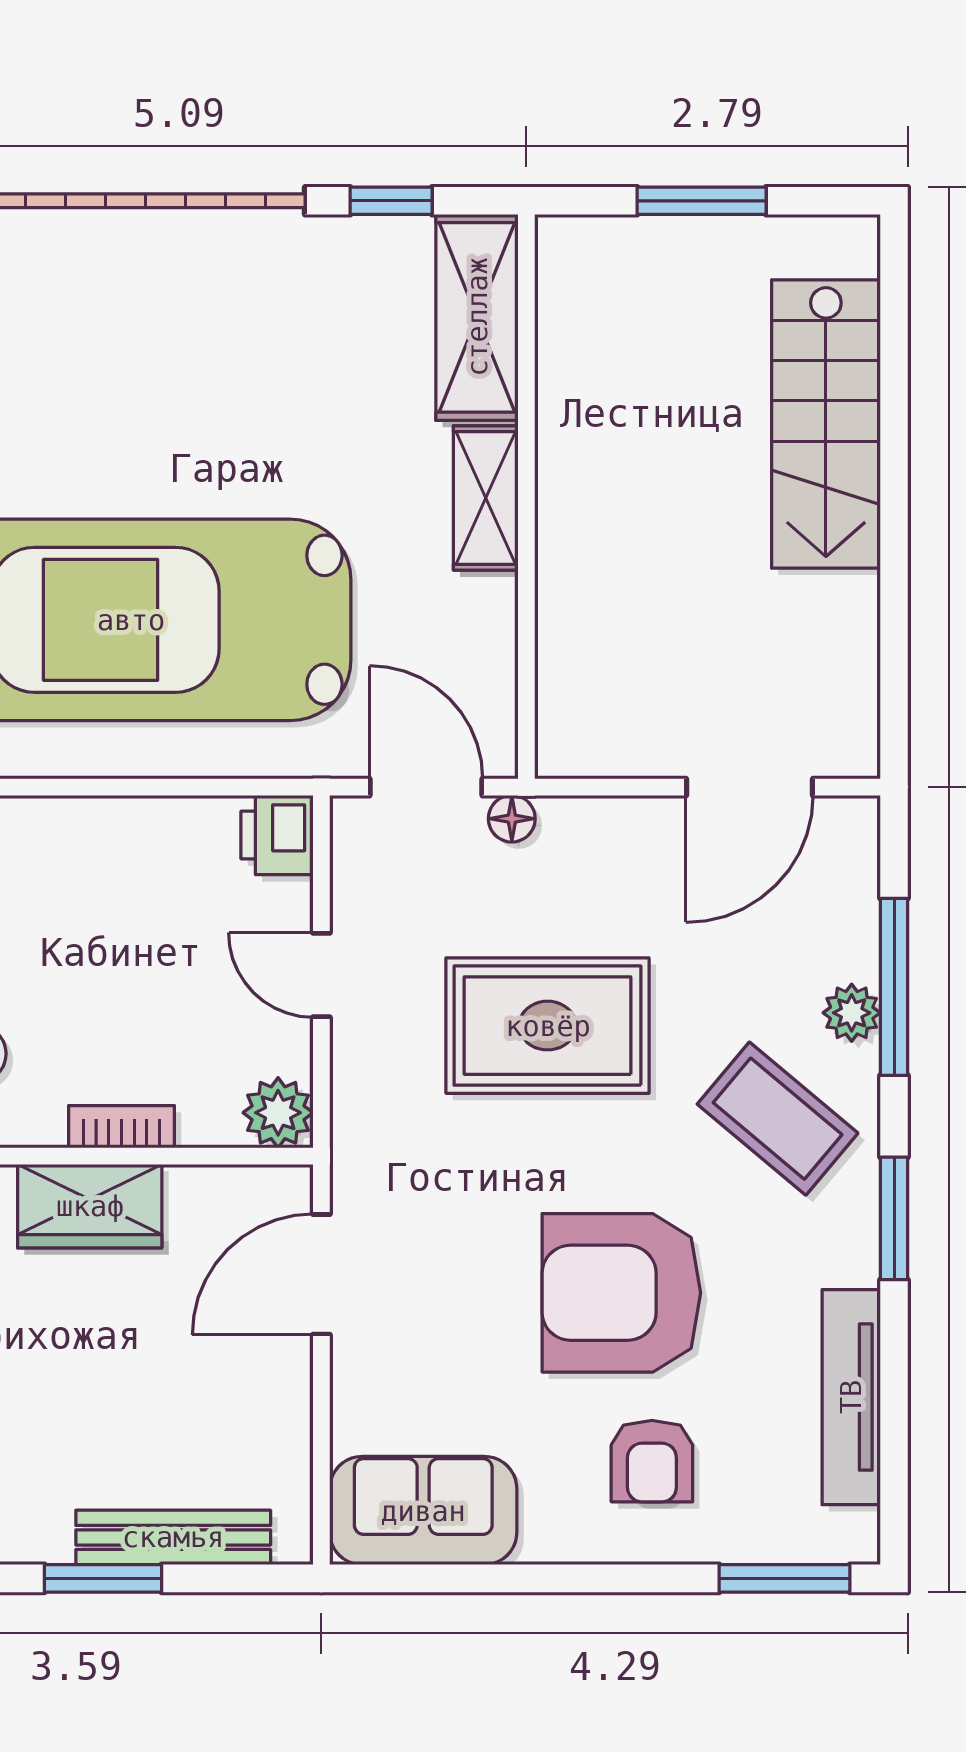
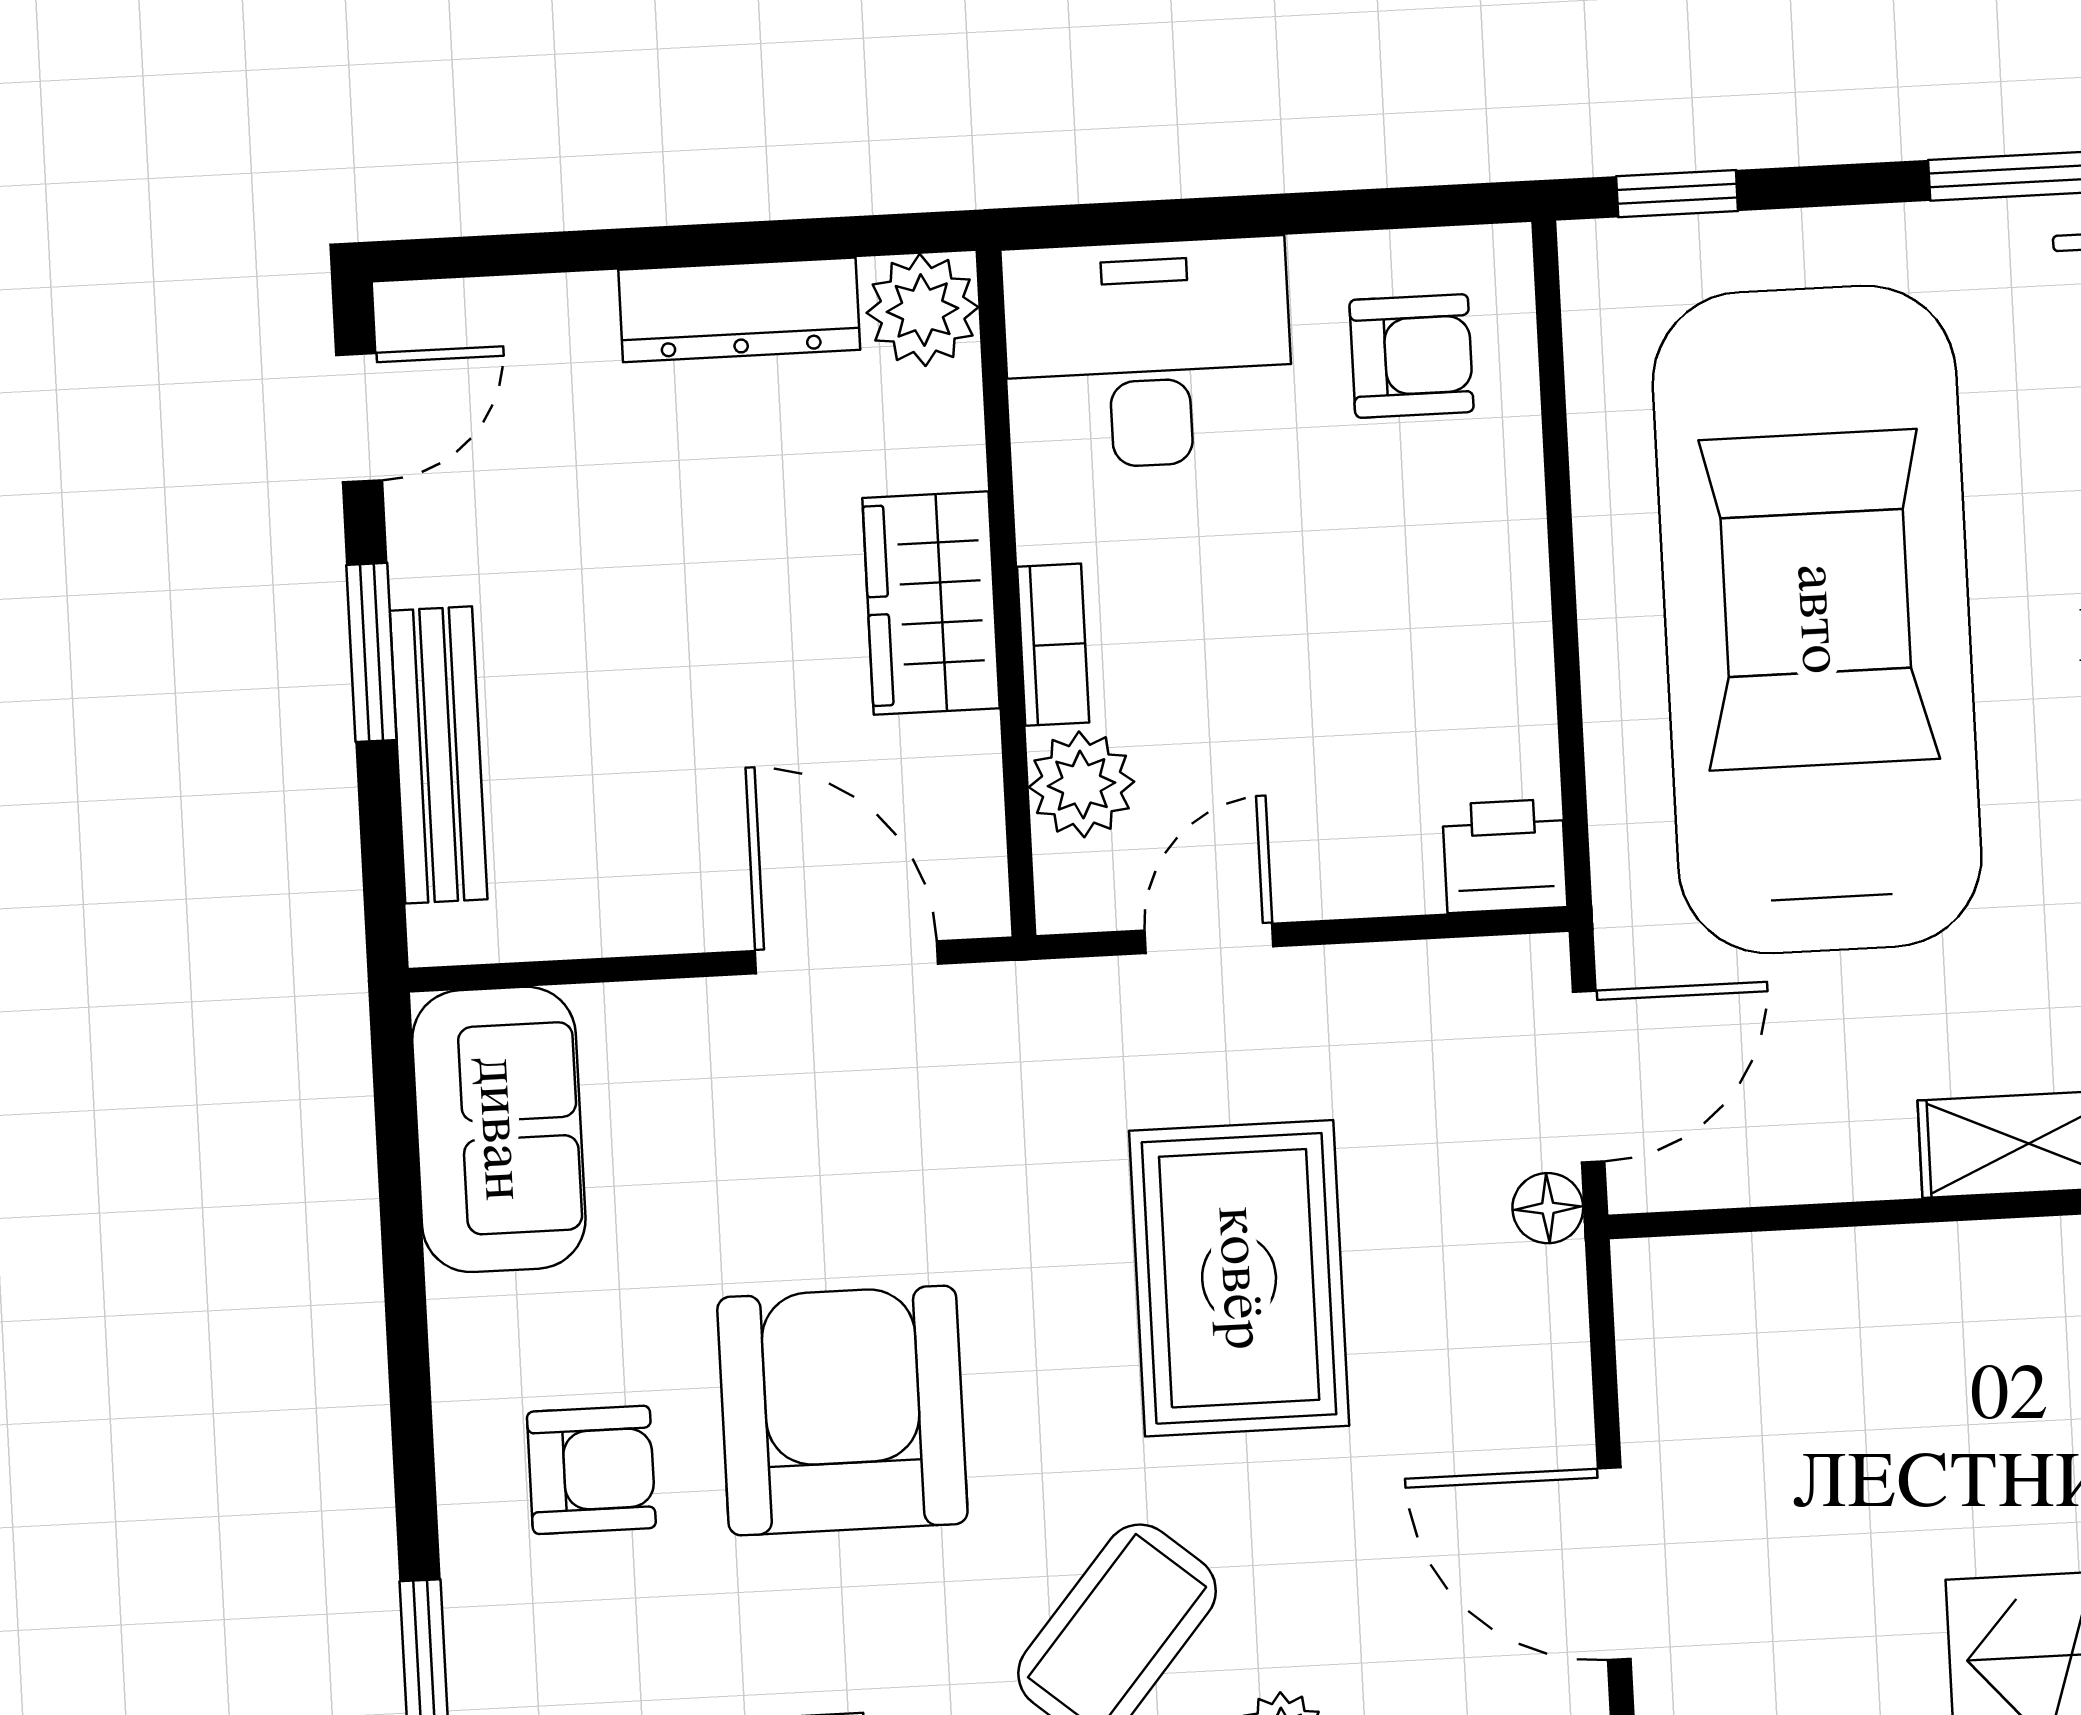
door: (321, 975) -> (1209, 938), moved
plant: (278, 1113) -> (1082, 784), moved
armchair: (652, 1461) -> (591, 1470), turned 180

